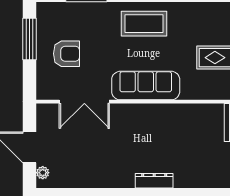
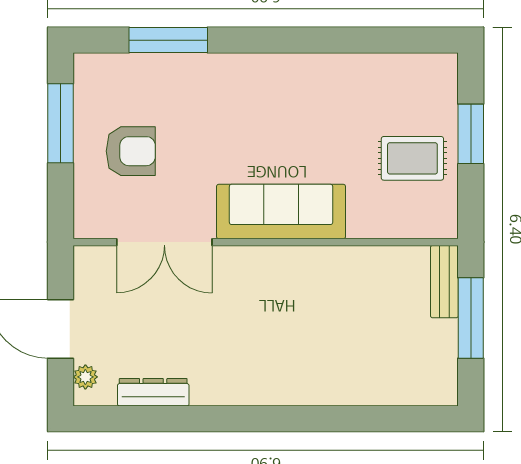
coffee table: (144, 24) -> (278, 94), removed
dresser: (154, 181) -> (153, 392), moved

